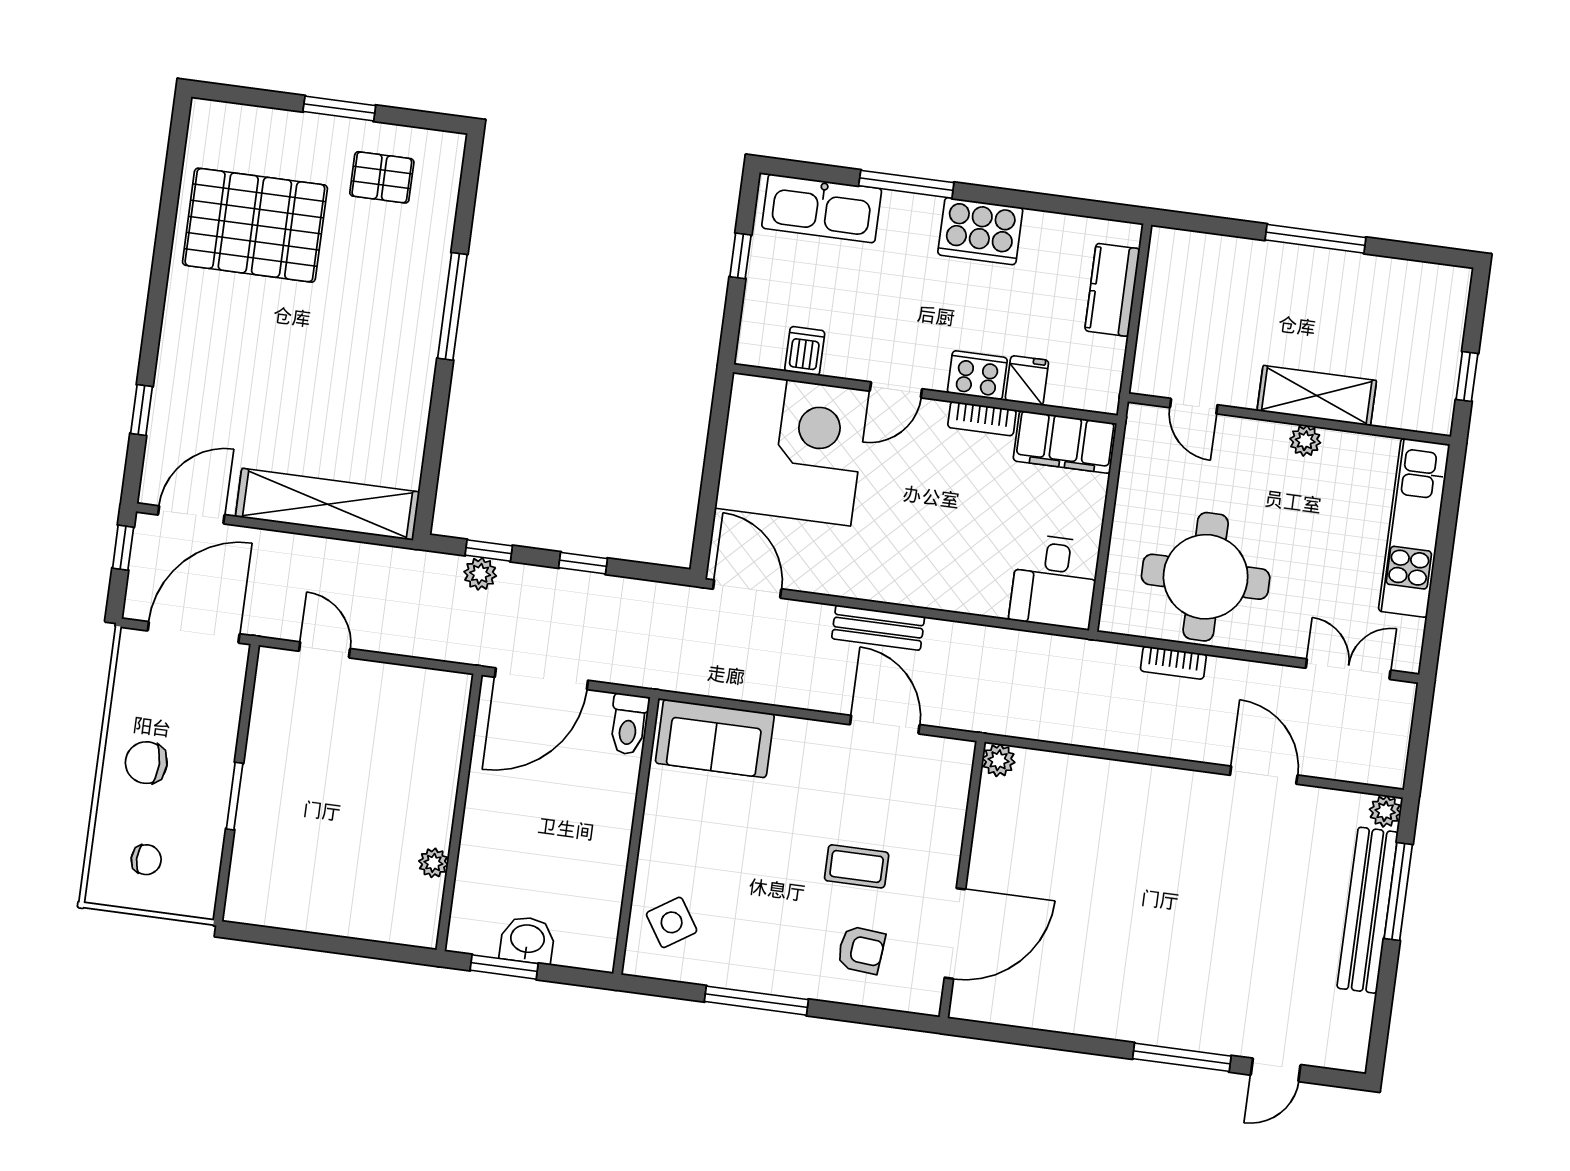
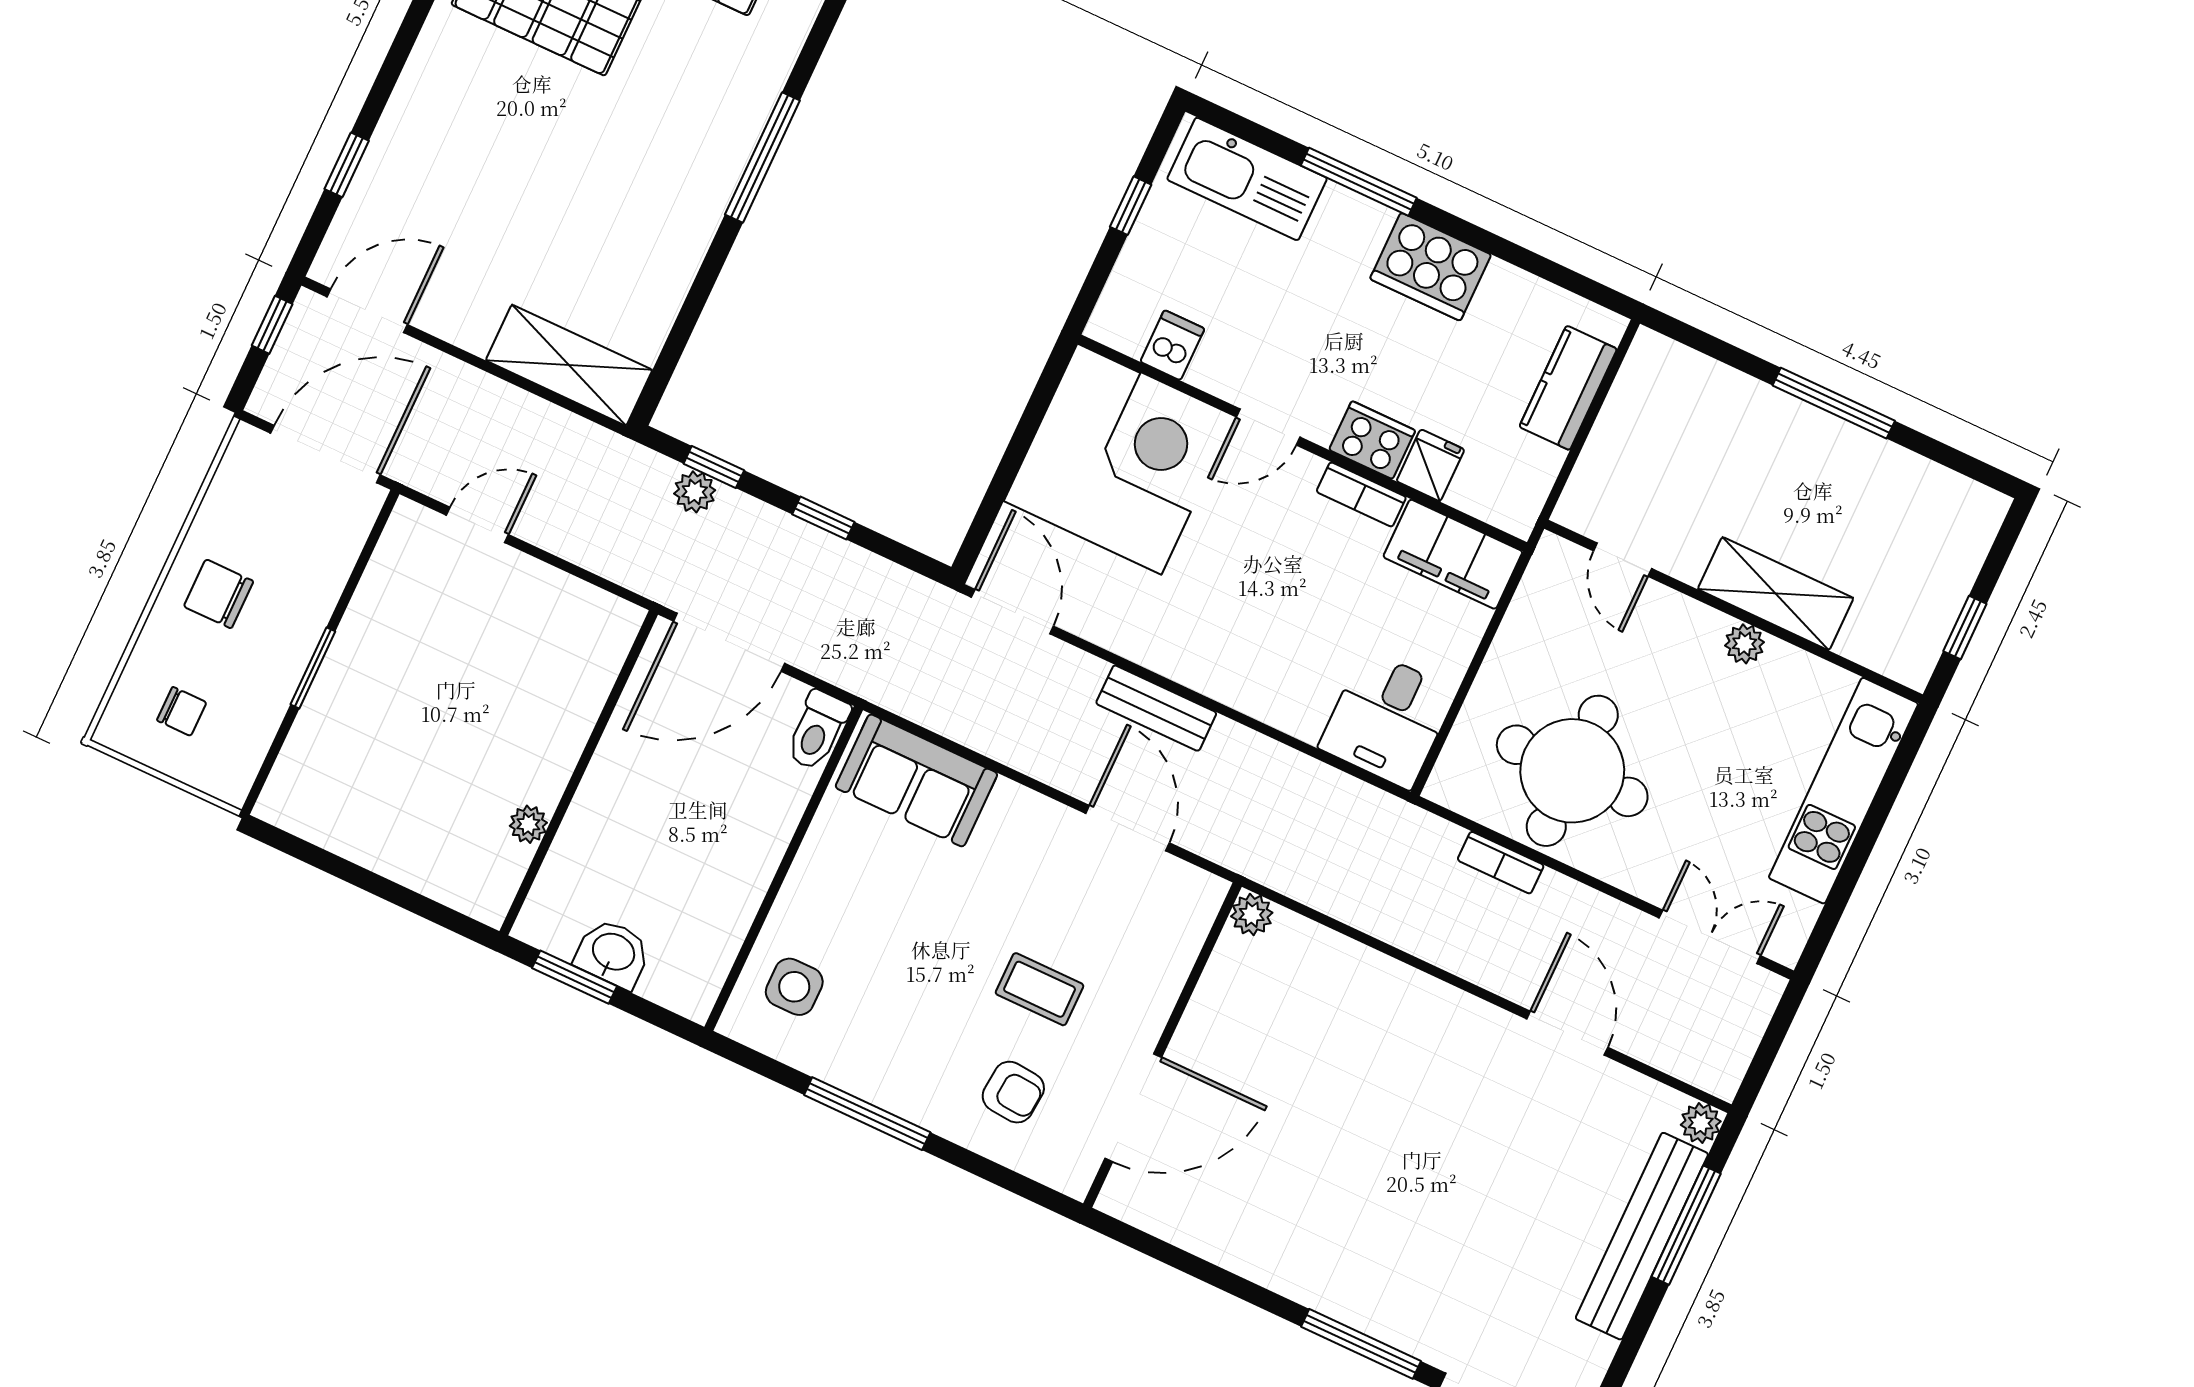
shelving: (327, 504) -> (569, 365), width x0.68
door: (325, 650) -> (477, 525), hinge flipped
side table: (672, 922) -> (794, 987), turned 33

